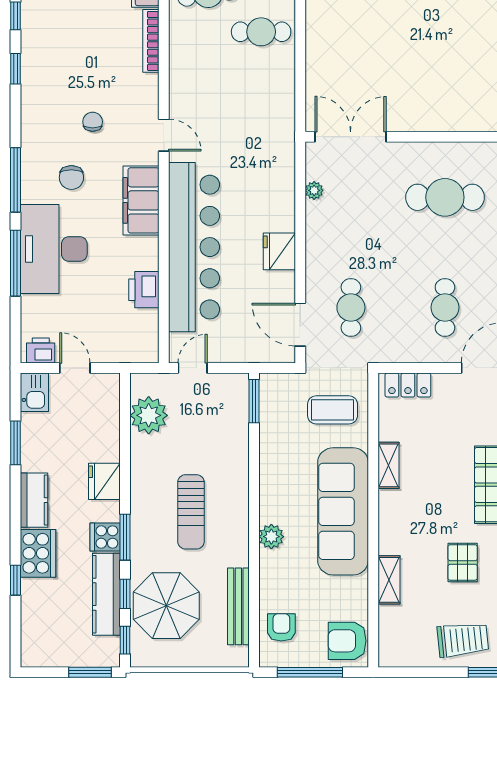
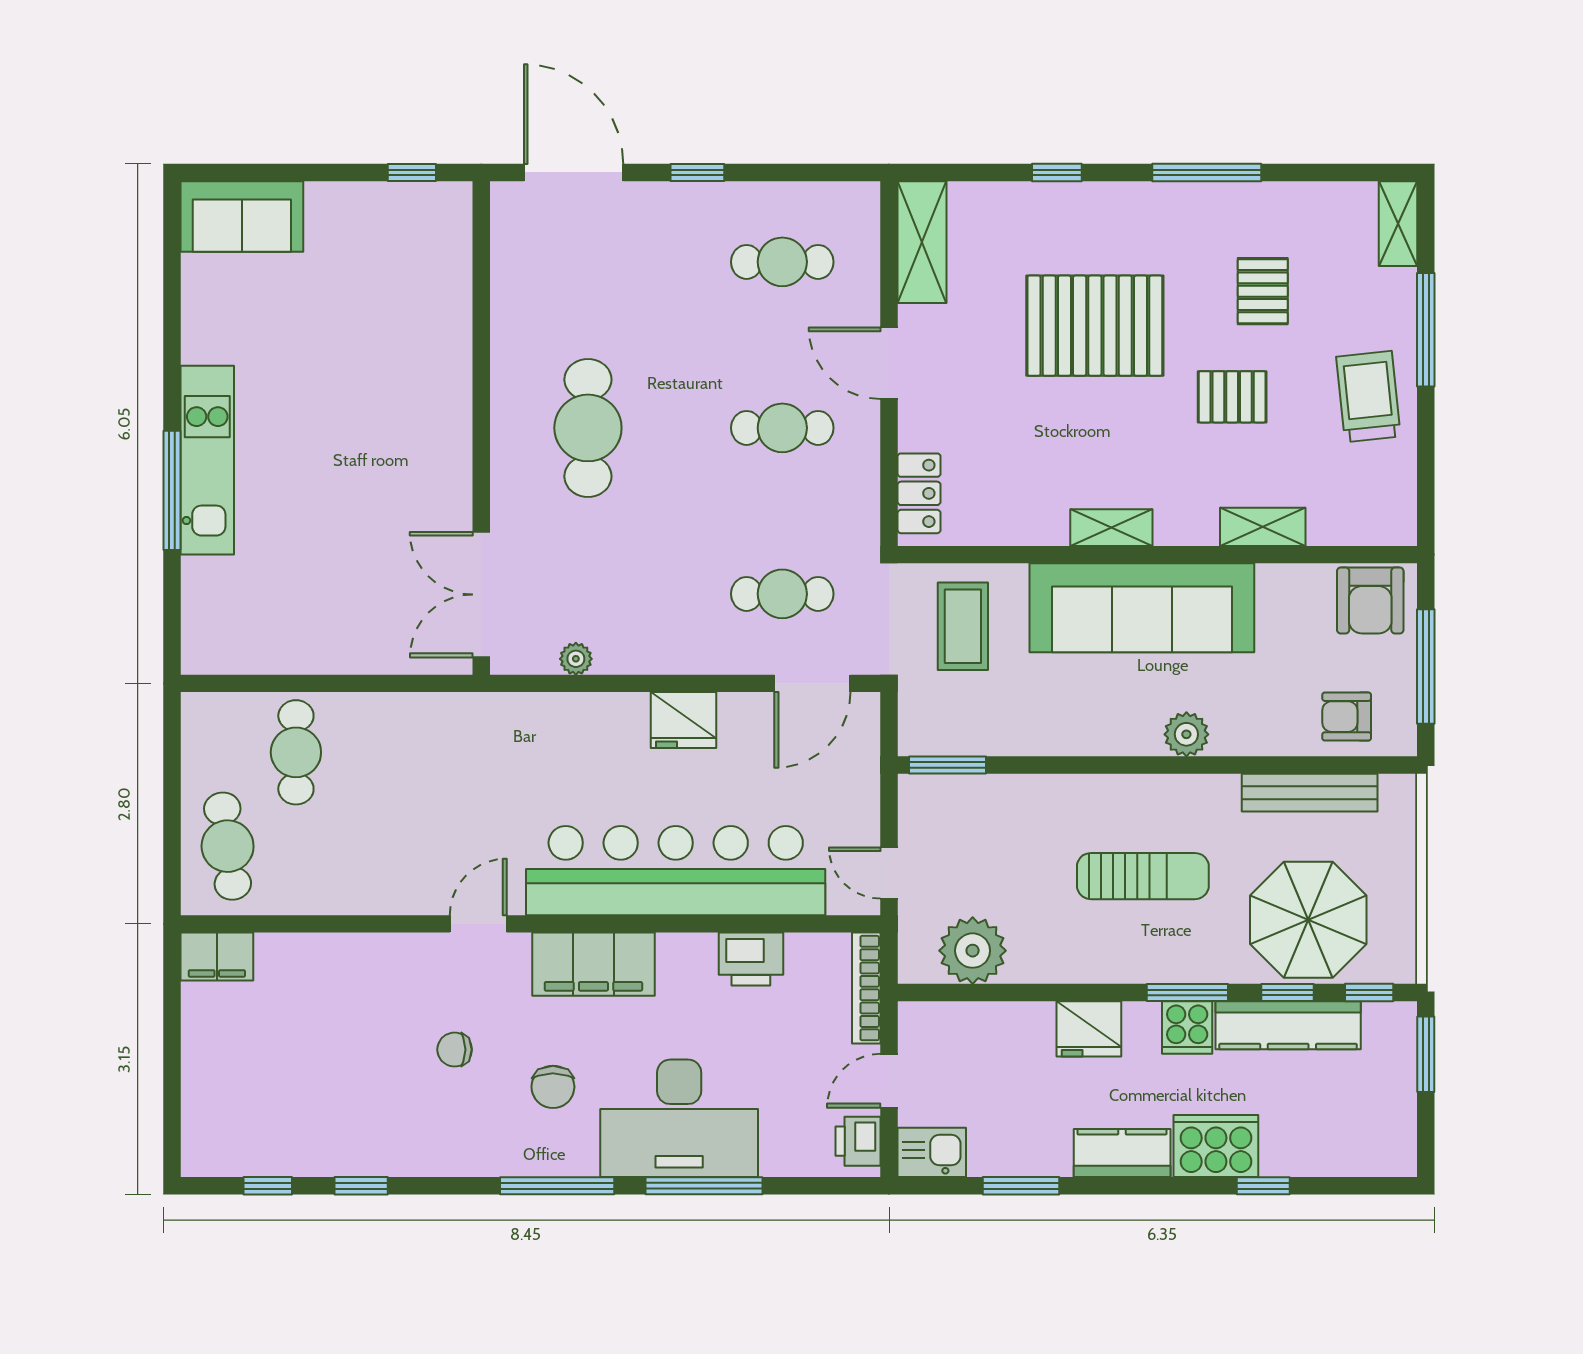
bookcase: (151, 41) -> (866, 988), moved, turned 90
chair: (71, 177) -> (553, 1087), turned 90
shelving: (388, 465) -> (1111, 528), moved

